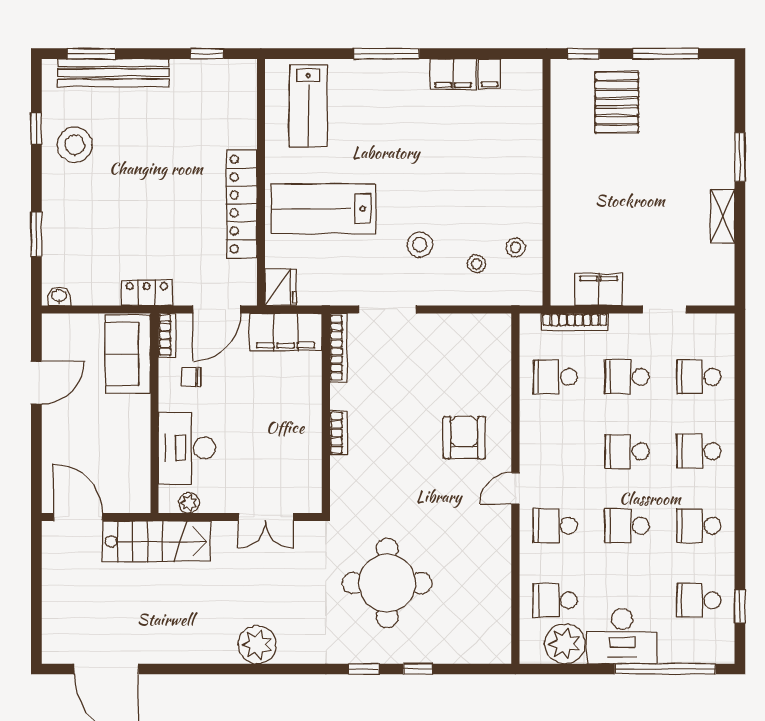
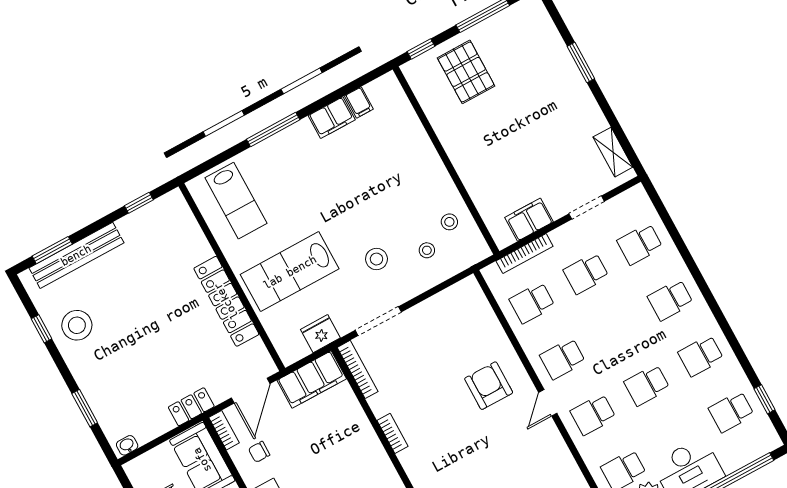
shelving: (723, 216) -> (613, 152), moved
fridge: (281, 287) -> (320, 334), moved, turned -90
school desk: (627, 451) -> (563, 359), moved

